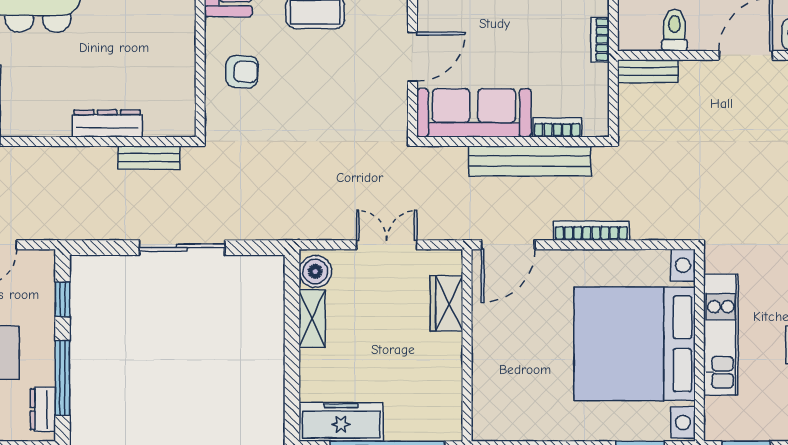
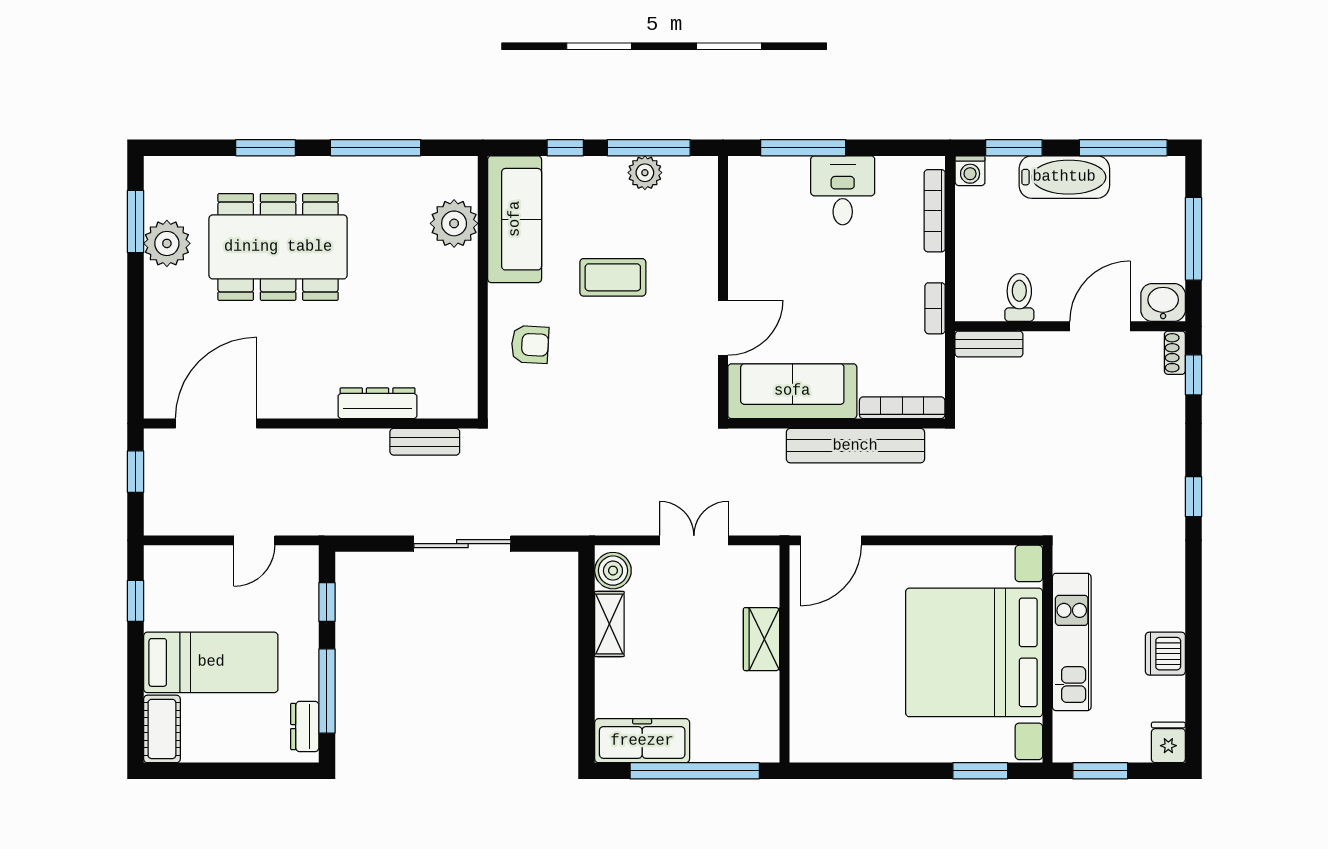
bookcase: (557, 127) -> (902, 408), width x1.56
bookcase: (591, 231) -> (925, 525), removed
wardrobe: (447, 303) -> (761, 639), moved

